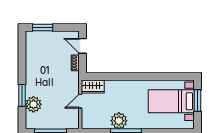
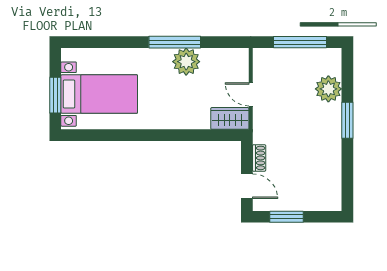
window: (43, 28) -> (287, 217), moved
window: (22, 95) -> (347, 120), moved
door: (80, 101) -> (251, 94), swing flipped

